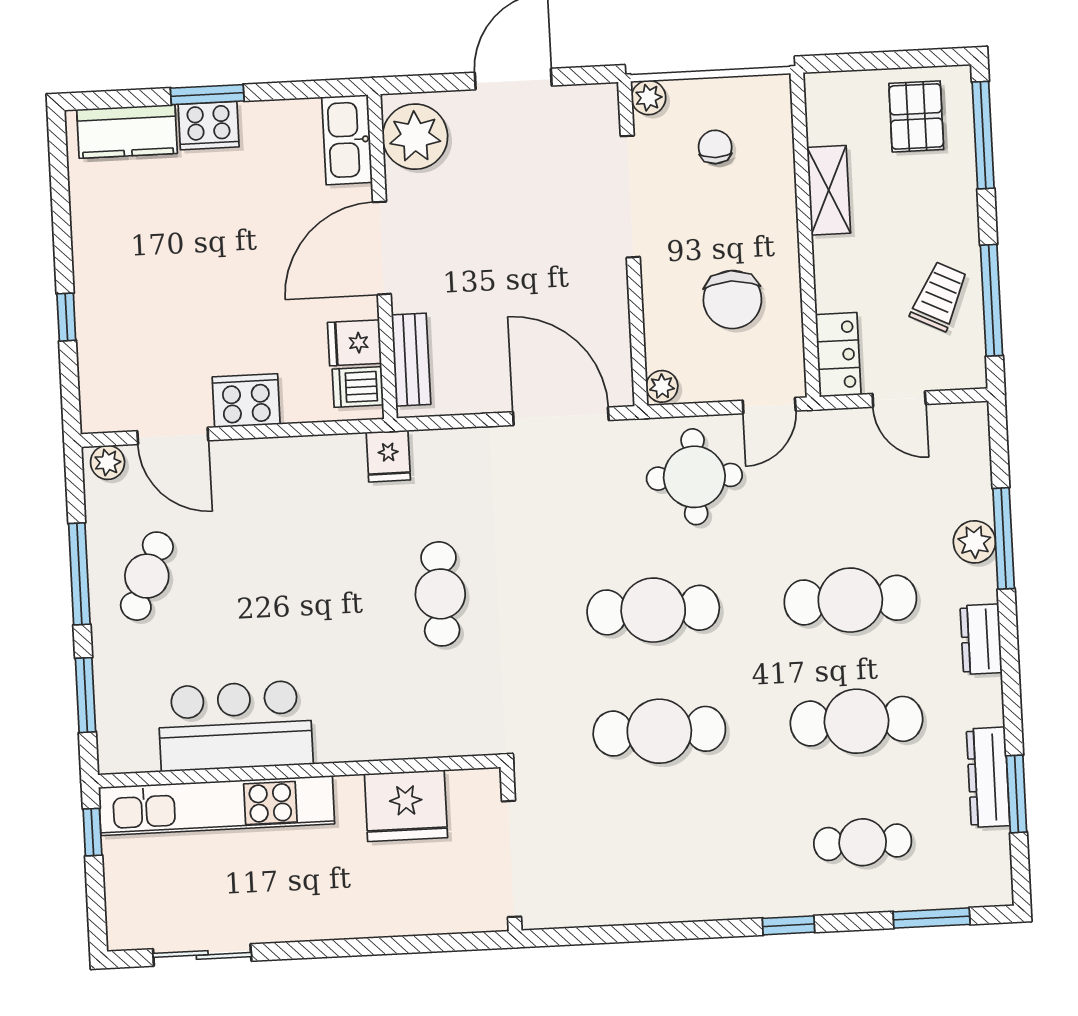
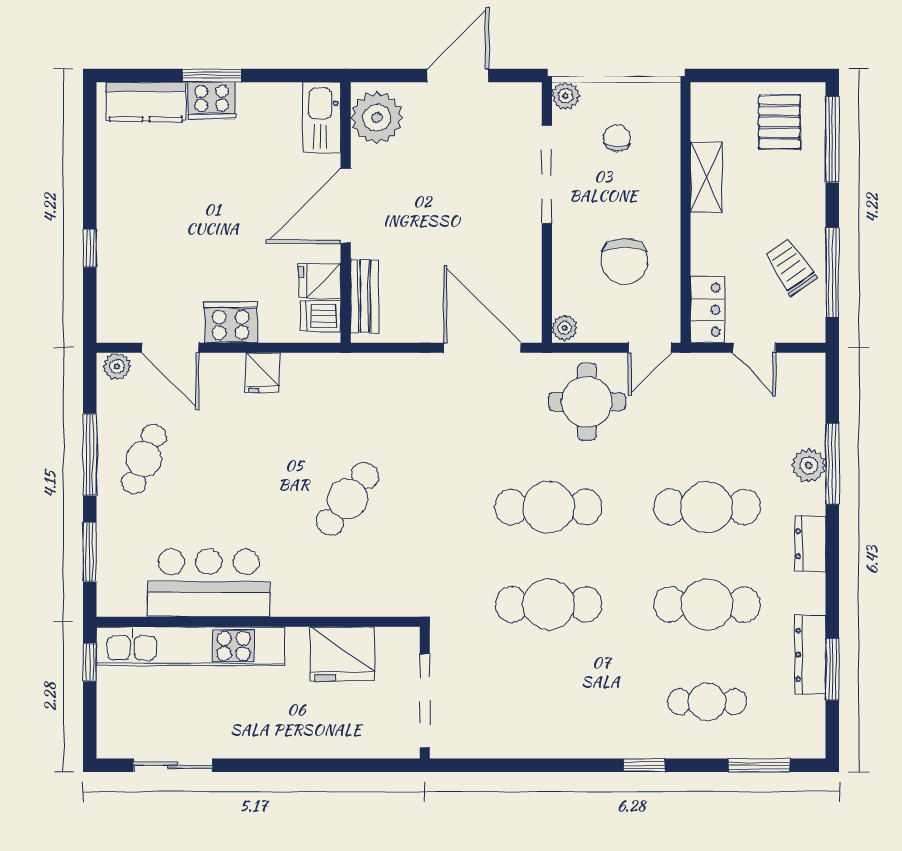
trolley: (939, 296) -> (791, 267), turned -60
fridge: (388, 456) -> (263, 373), moved
cafe table: (440, 594) -> (347, 499), moved, turned 37

